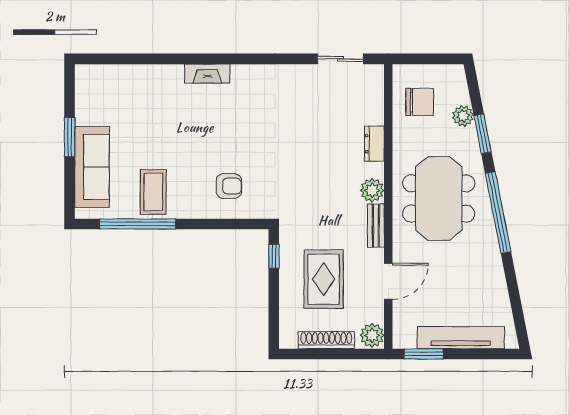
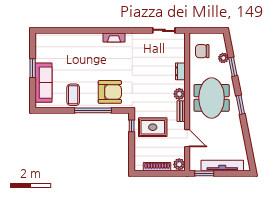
fireplace: (207, 74) -> (114, 37), moved
chair: (420, 102) -> (202, 51), turned 180
armchair: (229, 186) -> (110, 92), width x1.88, depth x1.88
window: (498, 213) -> (240, 105), width x0.47
window: (138, 224) -> (93, 110), moved
rug: (324, 279) -> (153, 127), moved, turned 90
door: (388, 281) -> (187, 138), hinge flipped

